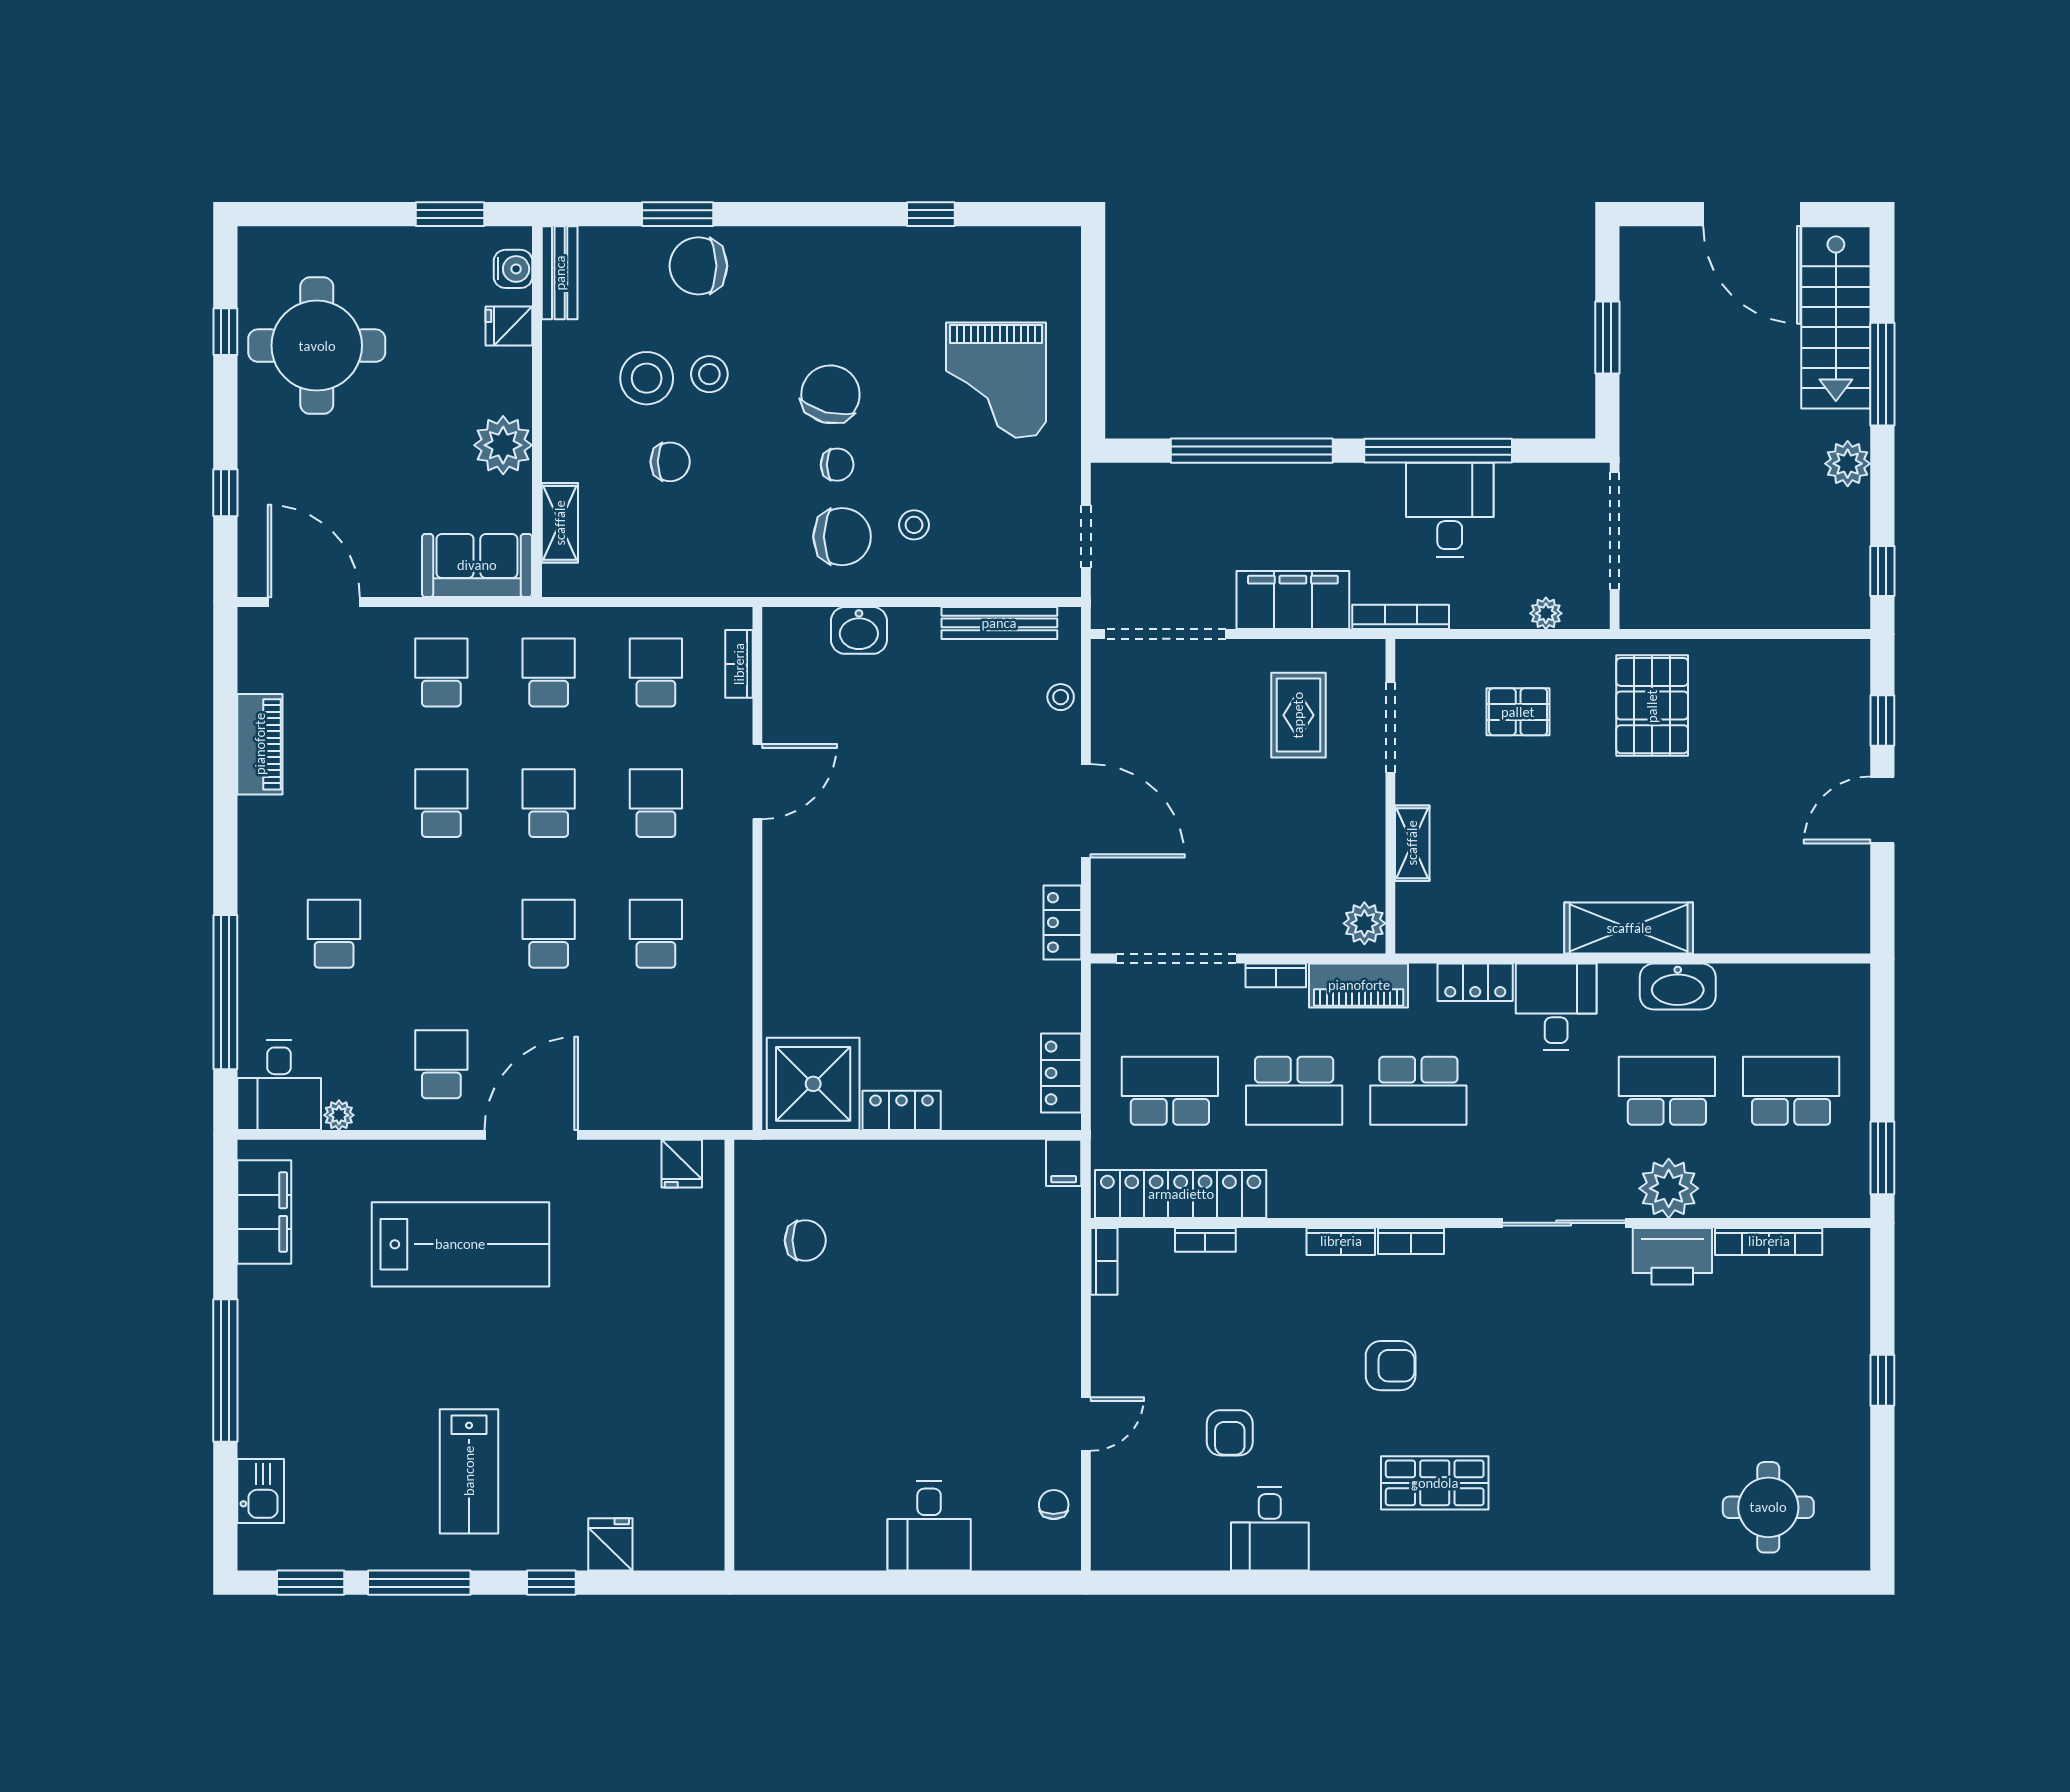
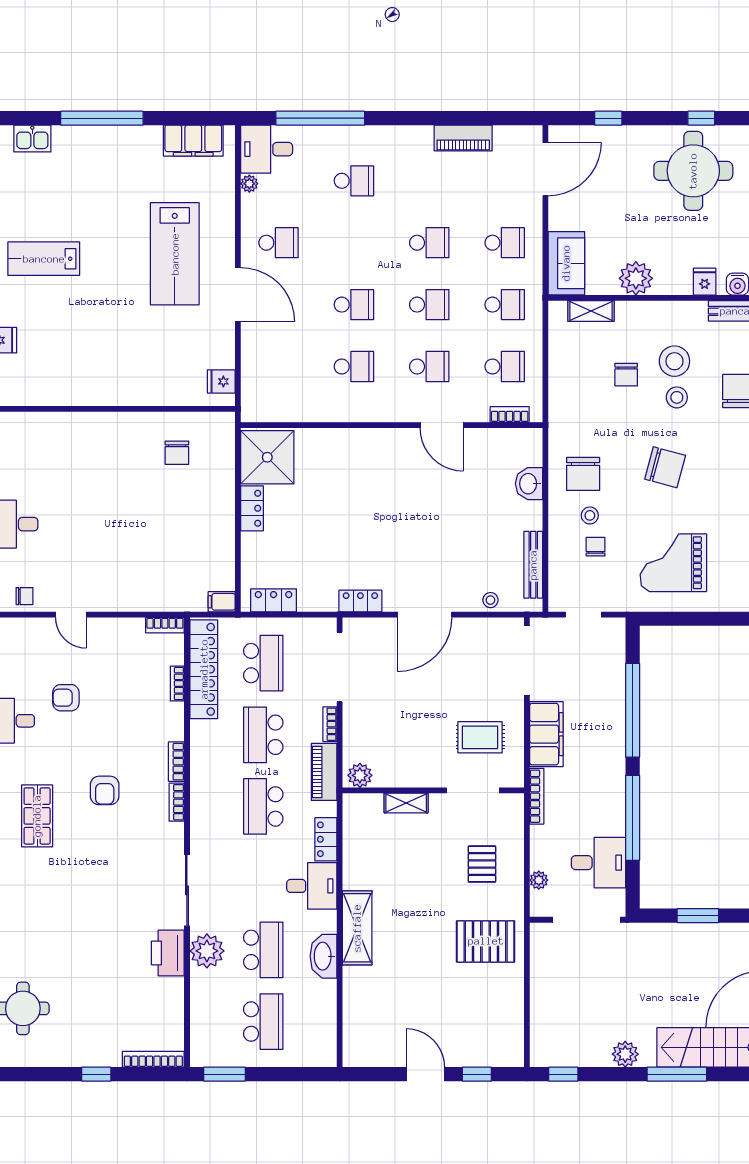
chair: (837, 465) -> (596, 547), moved, turned 180
desk: (1450, 510) -> (599, 863), moved
bookcase: (1769, 1241) -> (153, 1059), moved, turned 90

